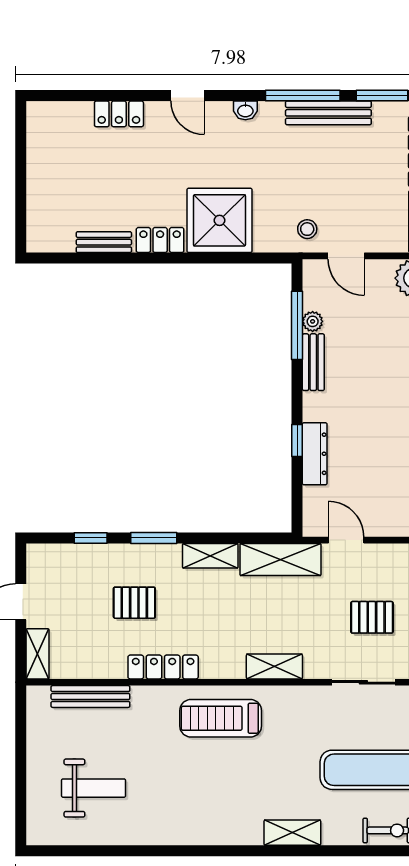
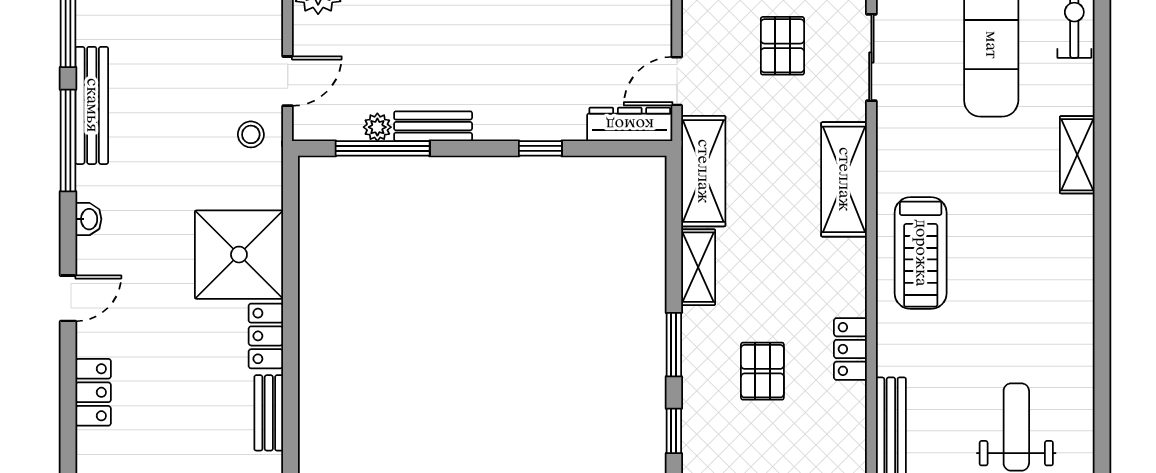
dresser: (315, 454) -> (630, 124), moved
locker: (163, 667) -> (850, 349), width x0.66
shelving: (274, 667) -> (844, 179), width x1.50, depth x1.33

